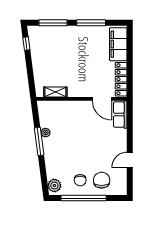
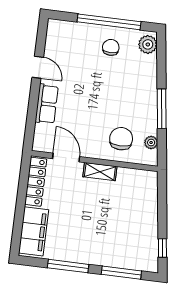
shelving: (55, 92) -> (100, 172), moved
row of seats: (120, 114) -> (47, 104), moved
plant: (46, 133) -> (151, 143), moved
door: (130, 160) -> (38, 67), hinge flipped
chair: (102, 180) -> (121, 139), moved, turned 180

